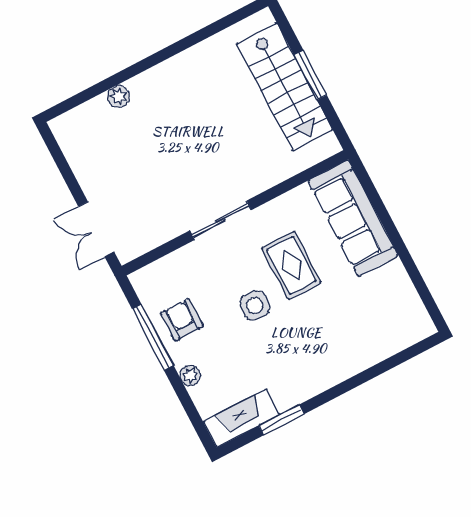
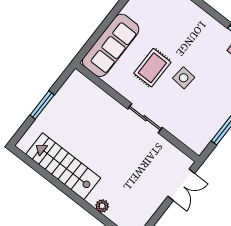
stairs: (285, 87) -> (63, 166), moved, turned -90
armchair: (182, 320) -> (210, 115), removed

